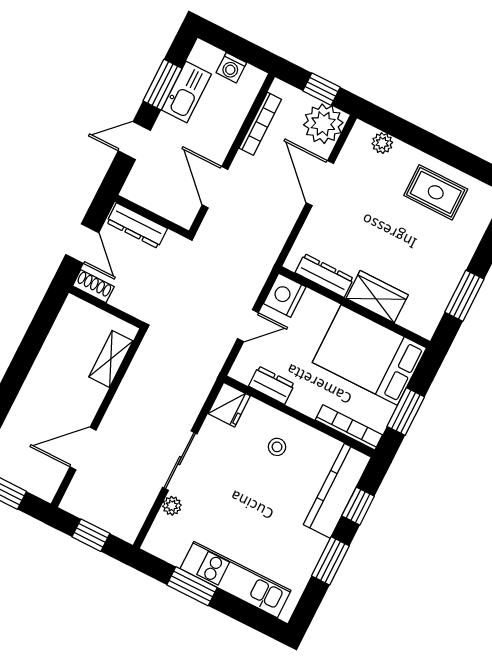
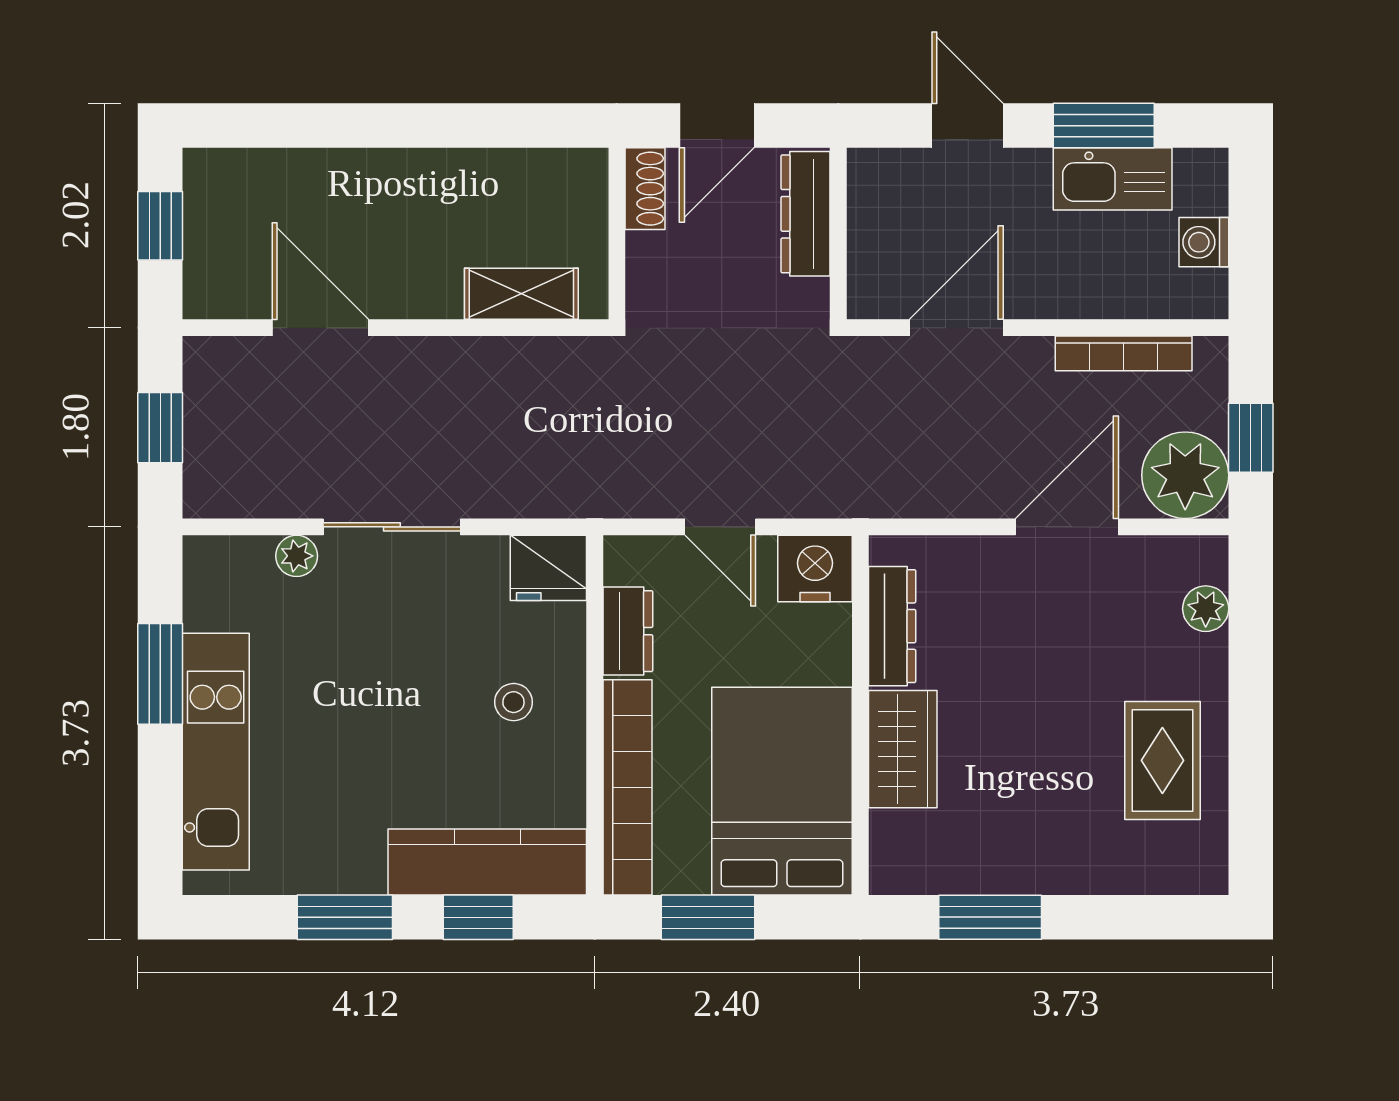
bookcase: (349, 427) -> (627, 787), width x1.48, depth x1.31

